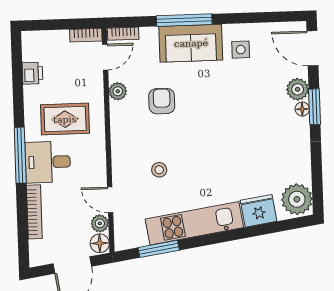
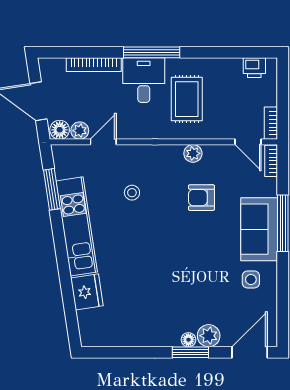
printer: (32, 73) -> (254, 68), moved
plant: (118, 91) -> (193, 153), moved
armchair: (162, 101) -> (201, 198), turned 180
plant: (297, 199) -> (97, 331), removed

